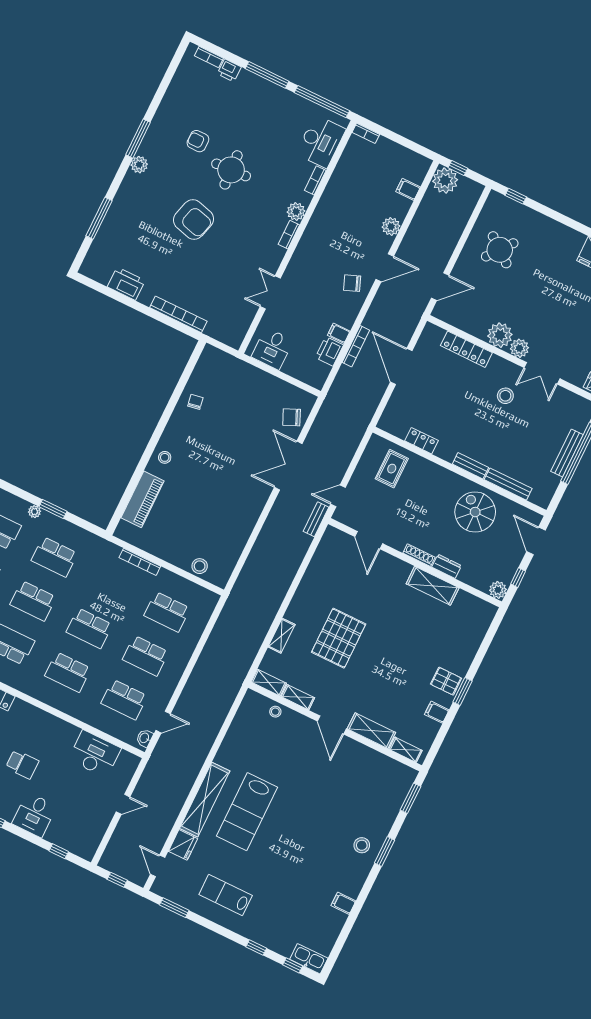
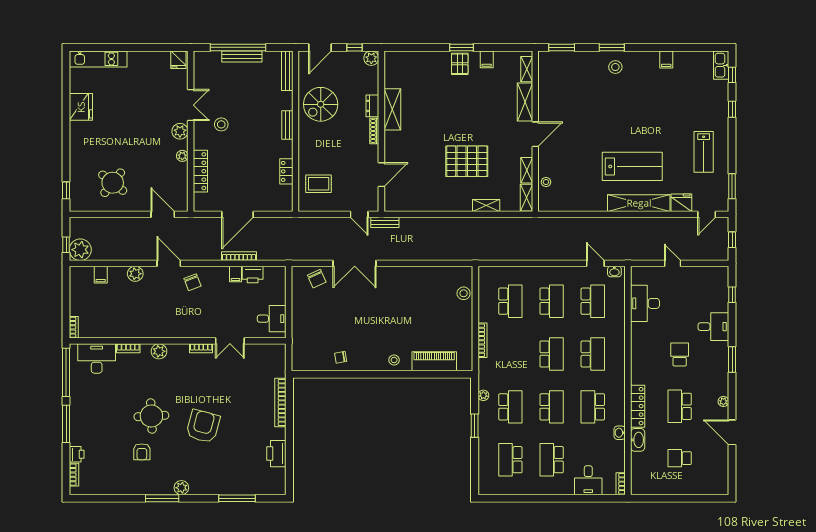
bookcase: (289, 235) -> (201, 348), moved
plant: (500, 335) -> (182, 156), width x0.53, depth x0.53
bench: (508, 484) -> (287, 71), moved
plant: (35, 512) -> (483, 395), moved

